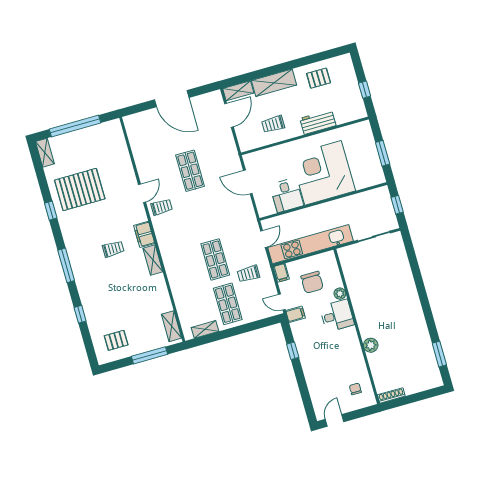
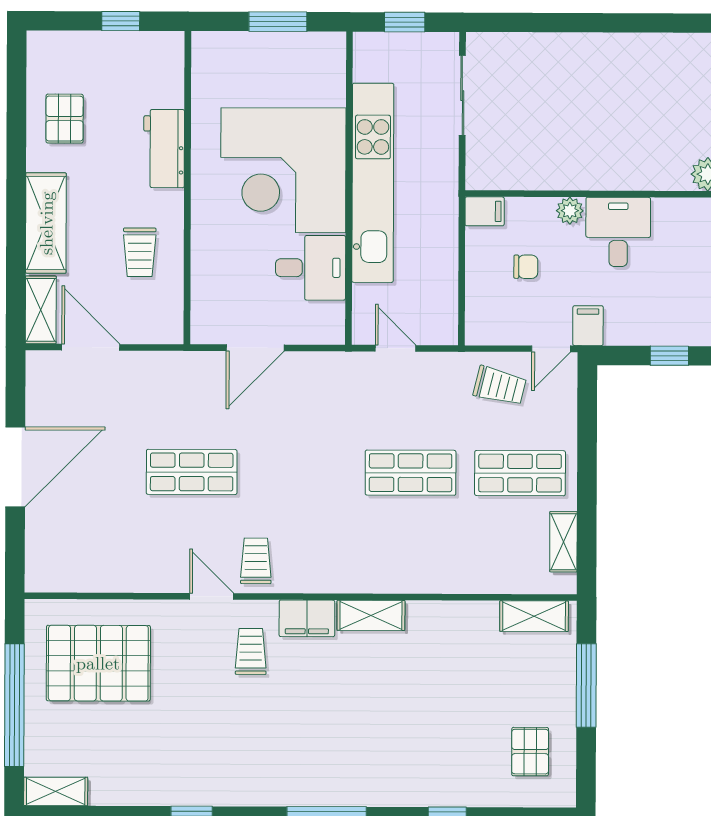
pallet: (80, 189) -> (98, 663), moved, turned 90
kitchen unit: (310, 244) -> (373, 183), moved, turned 180
trolley: (113, 249) -> (251, 651), moved
filing cabinet: (281, 273) -> (485, 211), moved
trolley: (248, 274) -> (500, 386), moved, turned -76
chair: (312, 282) -> (526, 267), width x0.54, depth x0.54

